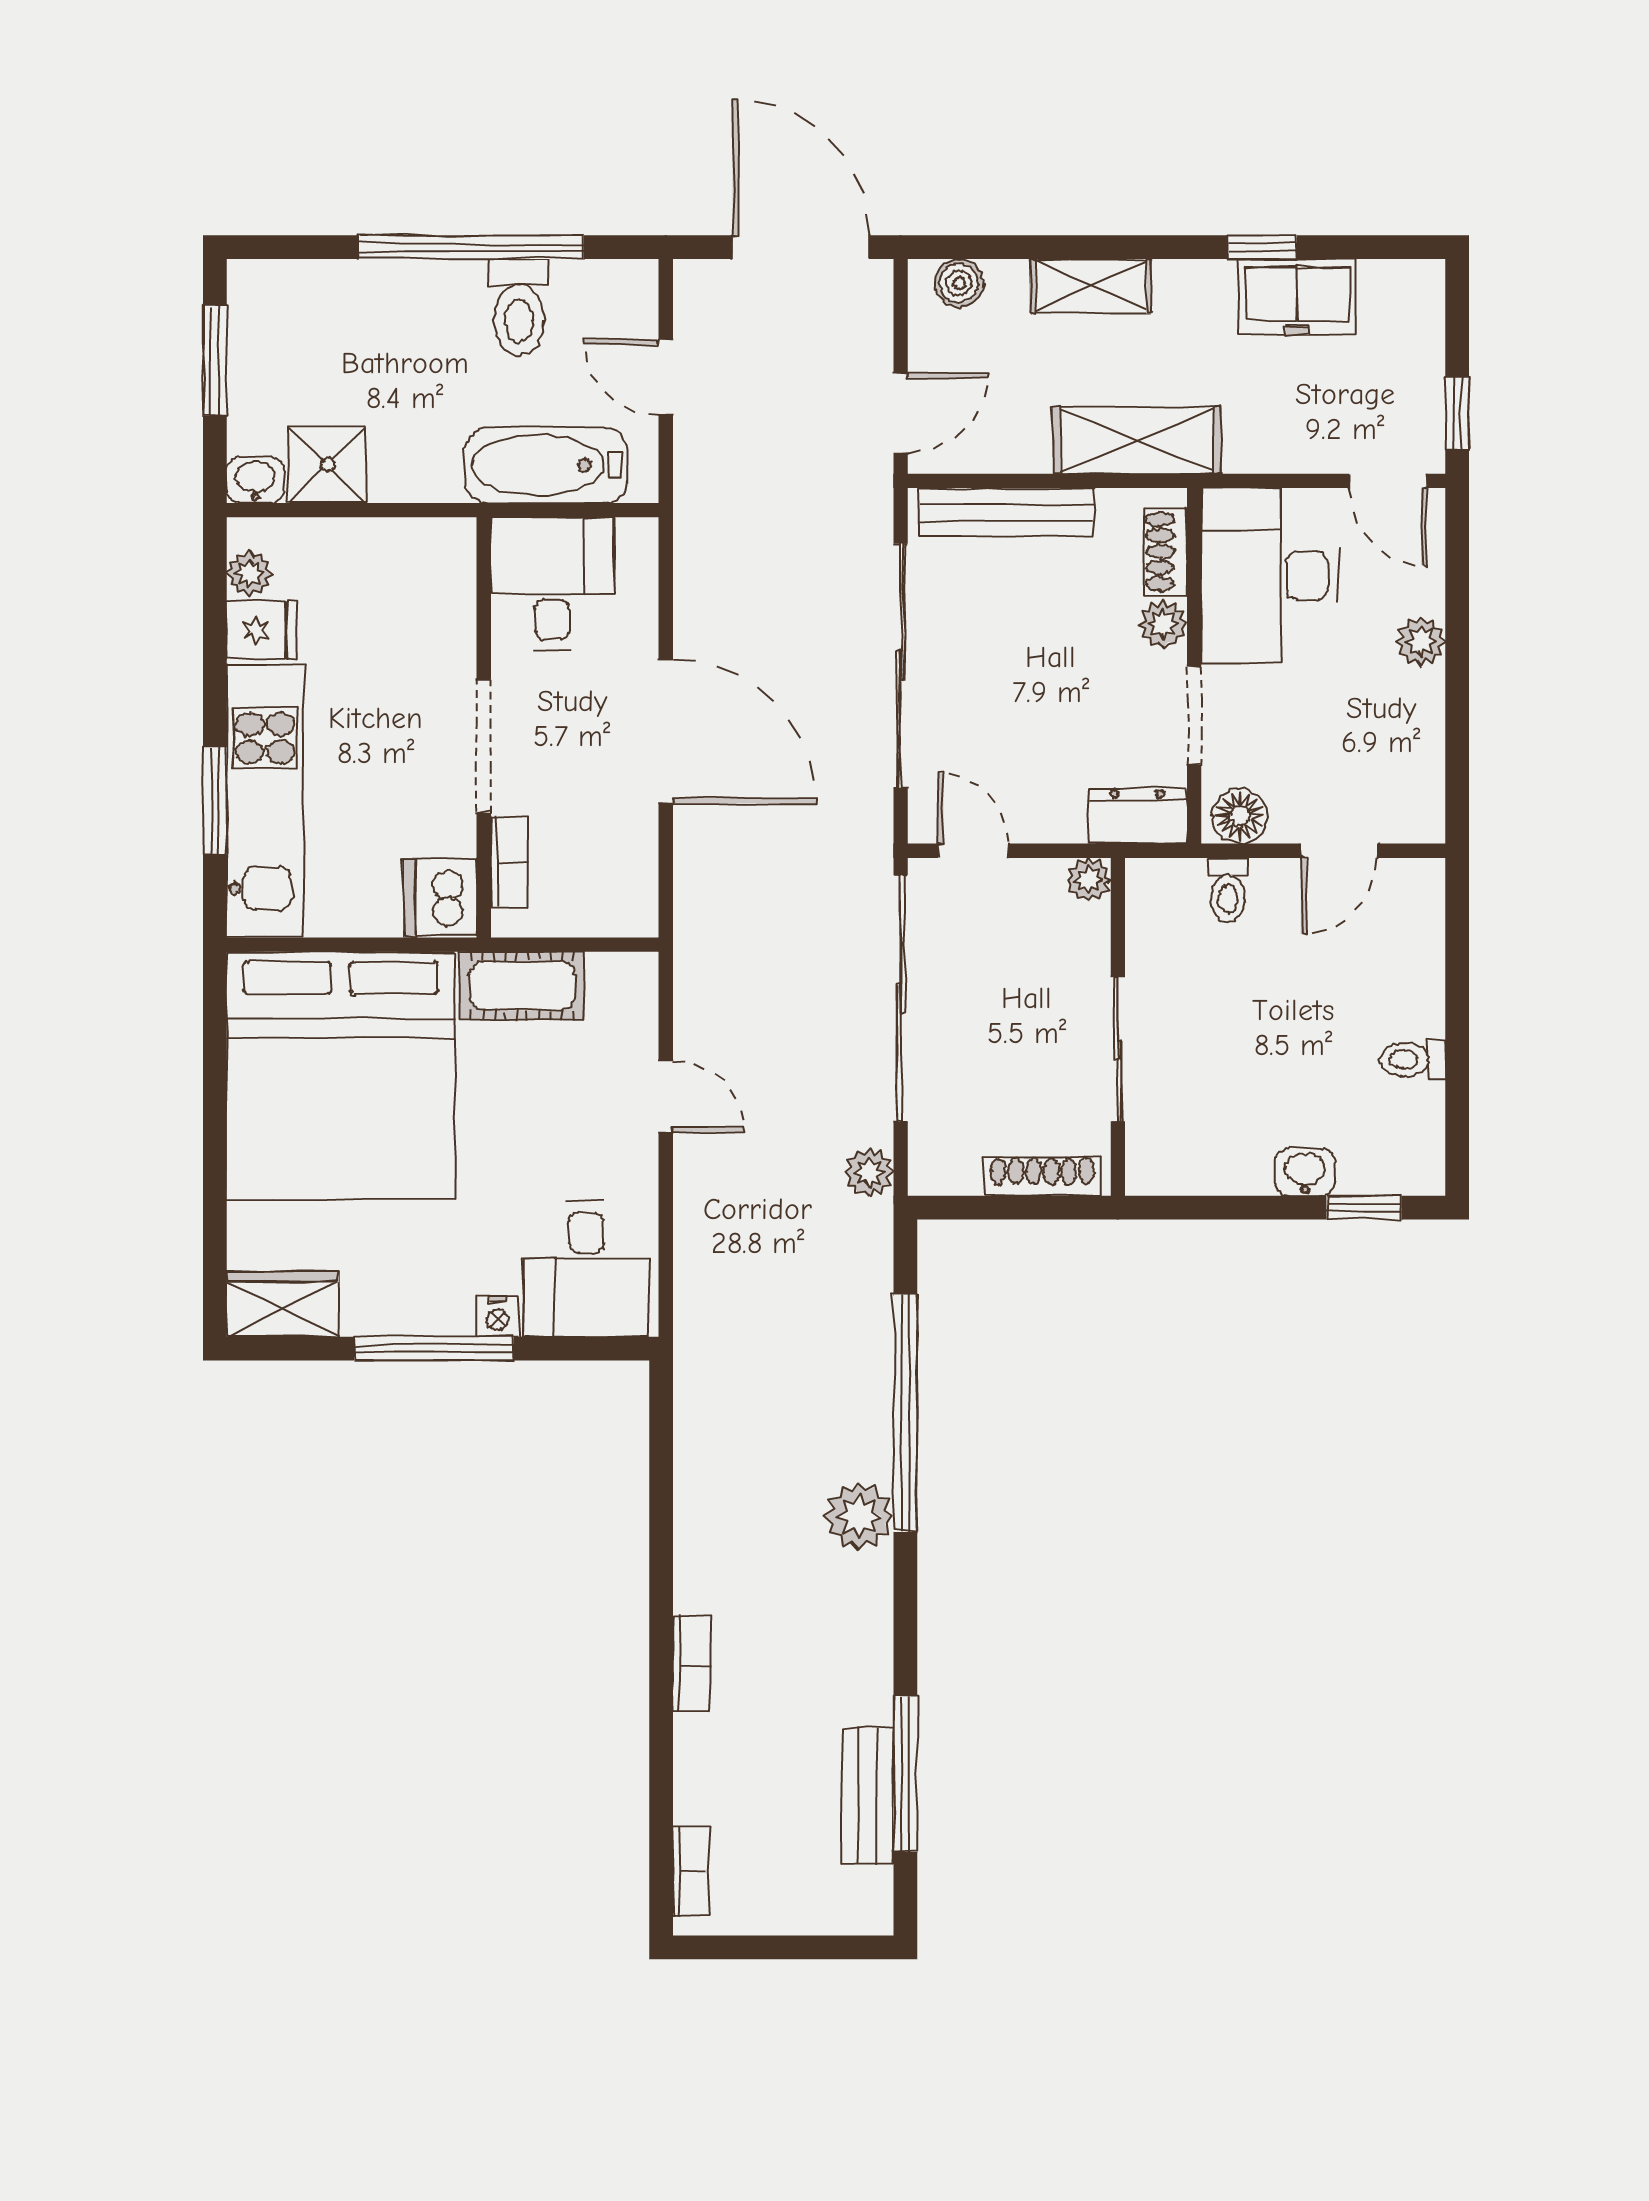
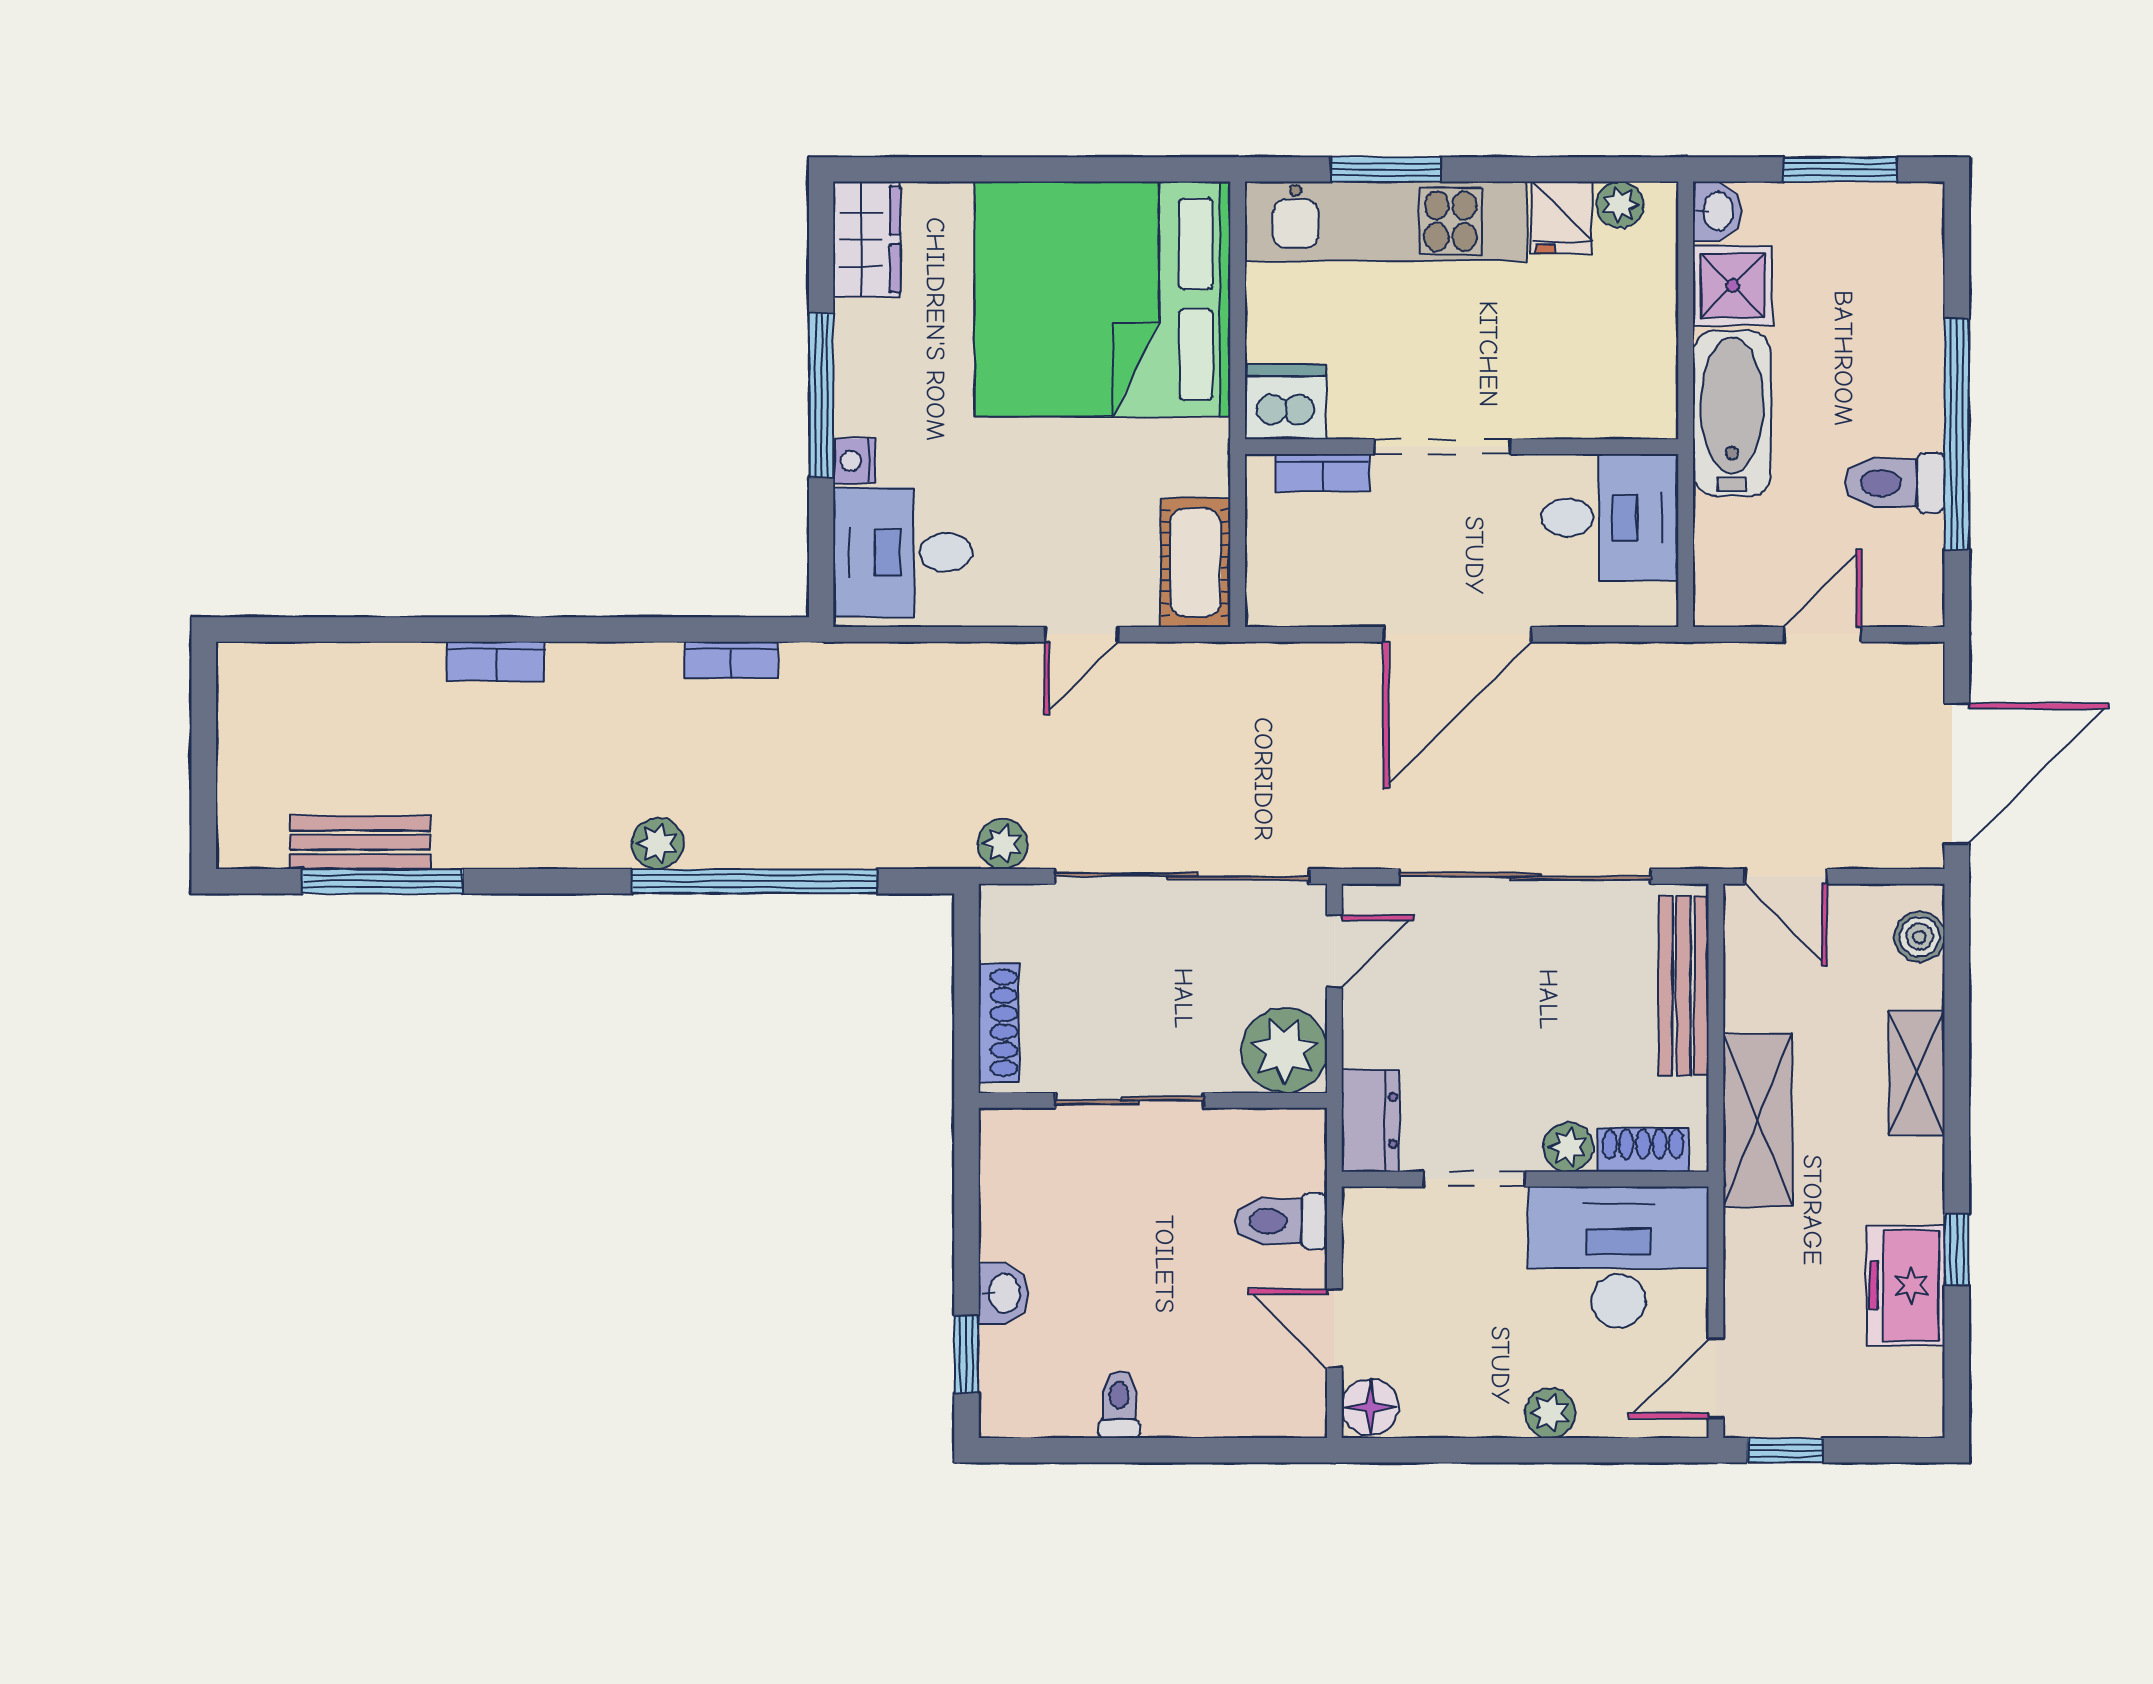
bathtub: (546, 465) -> (1732, 413), moved
floor lamp: (1240, 816) -> (1370, 1407), moved
plant: (1089, 880) -> (1284, 1050), width x1.88, depth x1.88
toilet: (1228, 890) -> (1281, 1221), width x1.37, depth x1.39
cot: (522, 986) -> (1195, 563), moved
plant: (859, 1516) -> (658, 843), width x0.73, depth x0.73
bookcase: (691, 1871) -> (731, 660), moved

